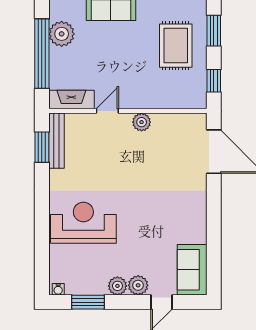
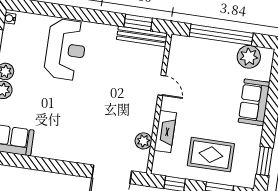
plant: (62, 34) -> (249, 57), moved
fireplace: (71, 100) -> (165, 132), moved
plant: (142, 122) -> (143, 141), moved

